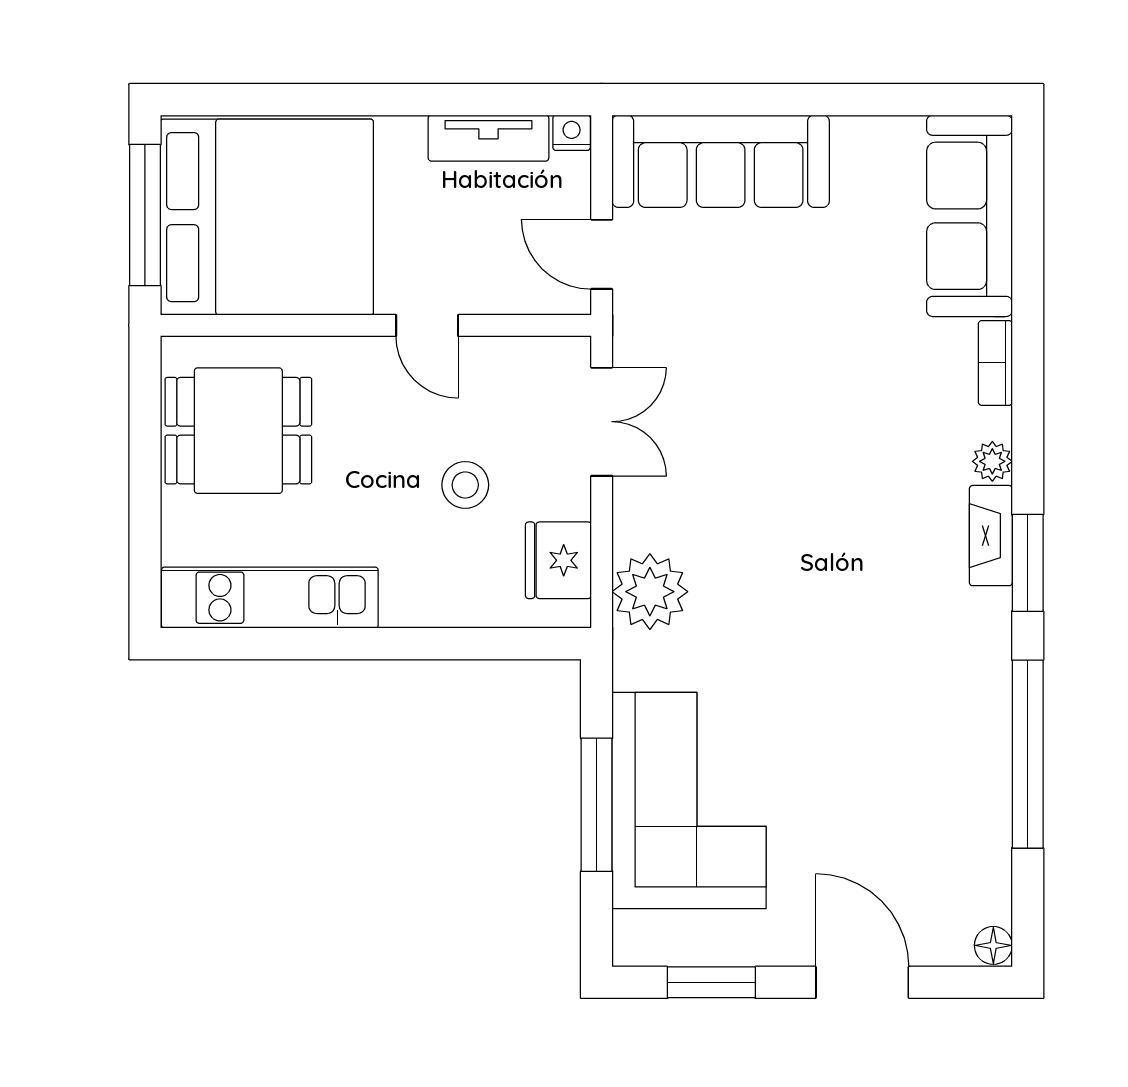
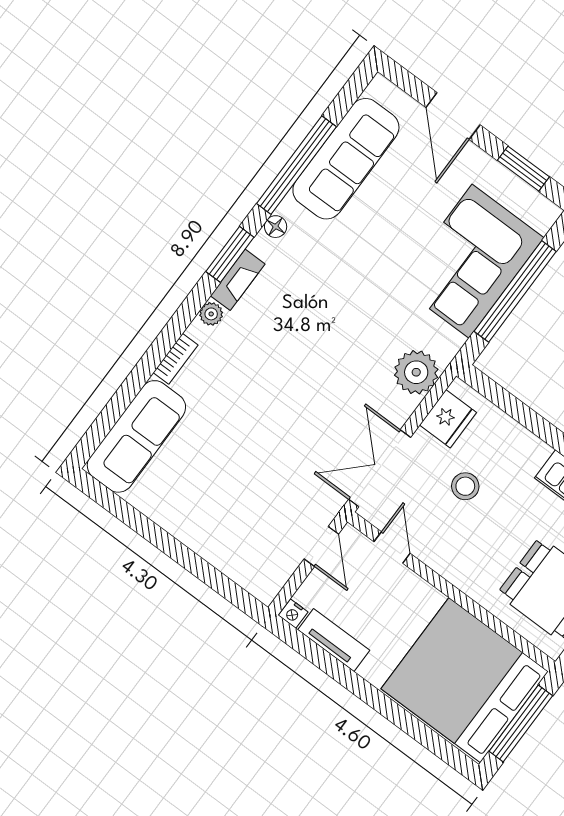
sofa: (721, 161) -> (346, 159), moved, turned 90
door: (427, 325) -> (392, 547), moved
double door: (602, 422) -> (380, 468), width x1.37
window: (597, 805) -> (515, 291), width x1.46
floor lamp: (993, 945) -> (276, 227), moved

